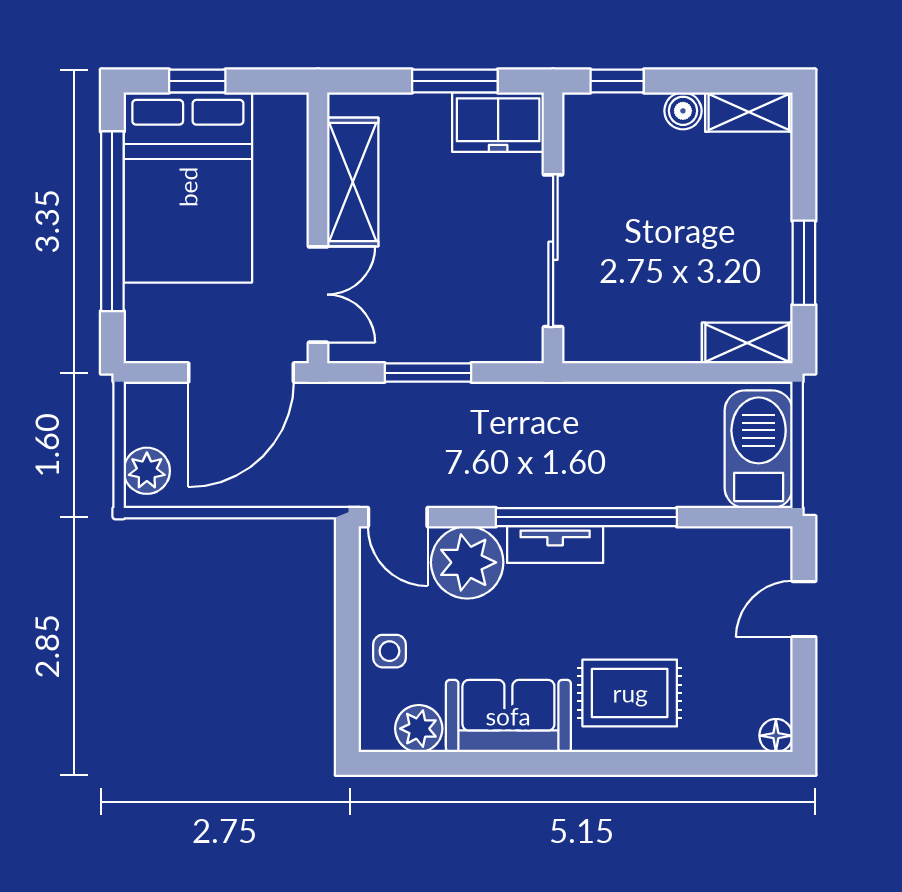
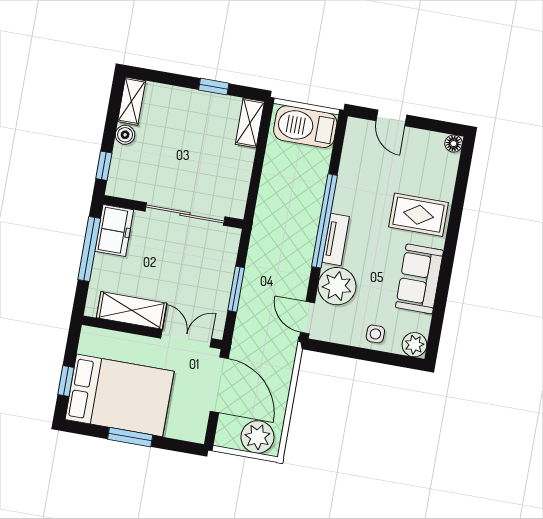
window: (455, 81) -> (89, 249), width x1.44
window: (112, 221) -> (130, 437), width x0.47
window: (804, 263) -> (214, 87), width x0.67
plant: (147, 471) -> (257, 437), width x1.36, depth x1.36
door: (398, 517) -> (307, 318), swing flipped
rug: (630, 693) -> (419, 215), turned 90
plant: (419, 729) -> (414, 345), moved

